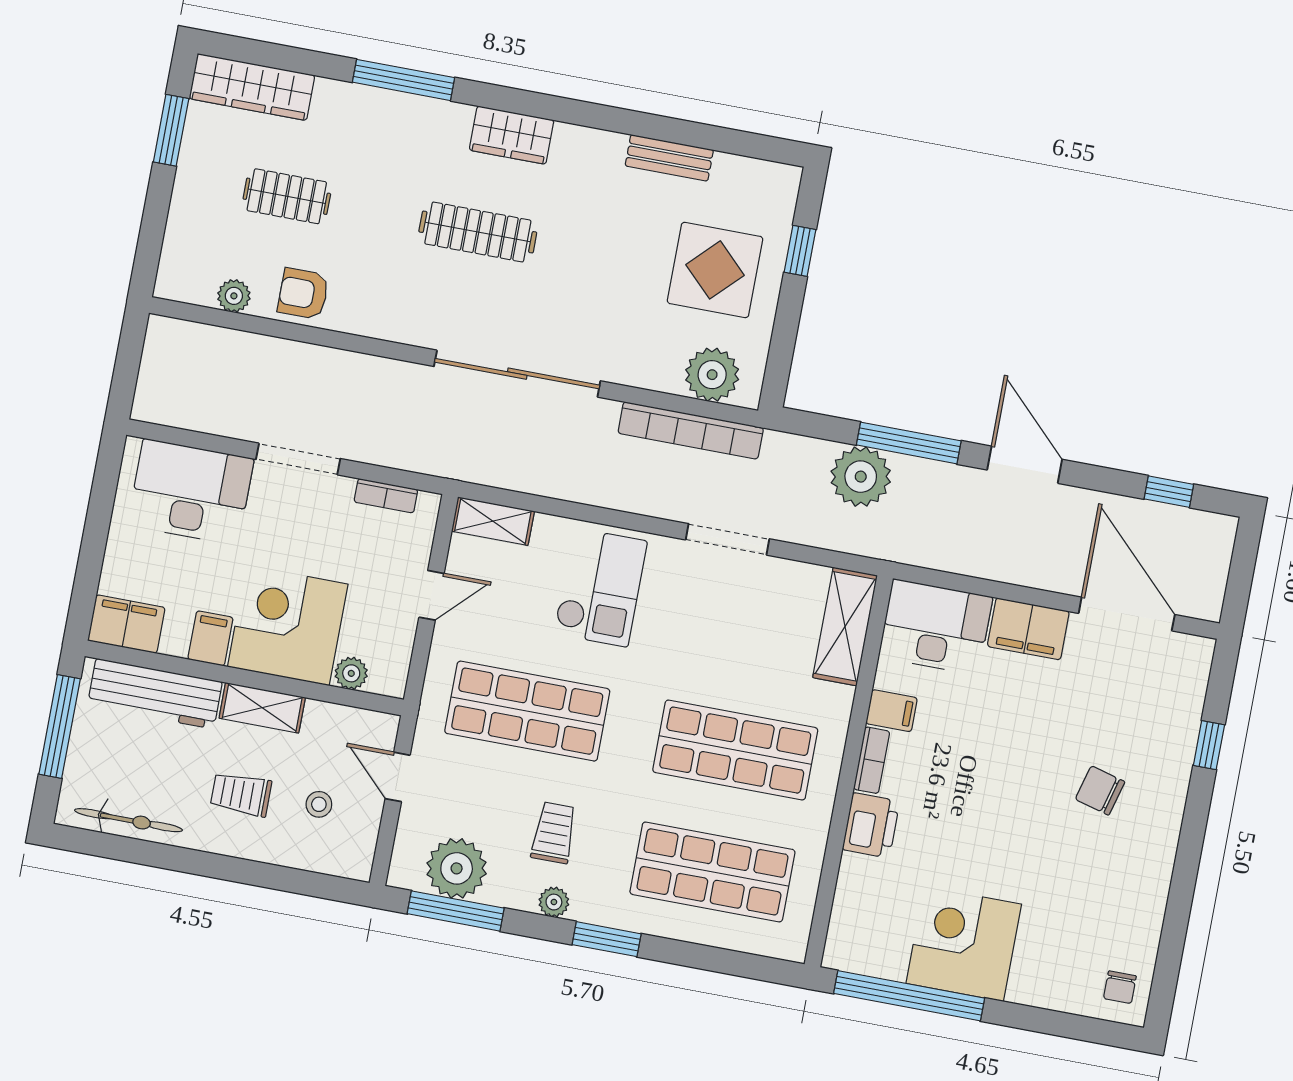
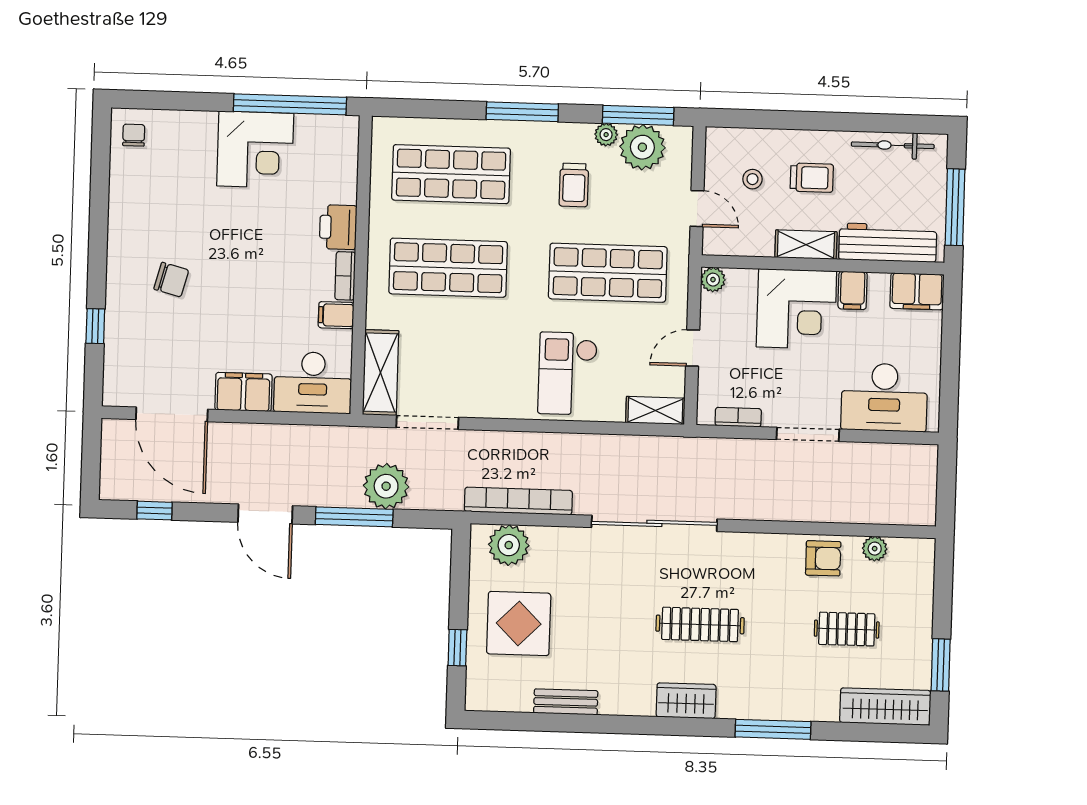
doorway: (728, 539) -> (427, 422), moved
plant: (351, 673) -> (713, 280), moved
plant: (554, 902) -> (606, 135), moved
window: (607, 939) -> (522, 112), width x1.44

